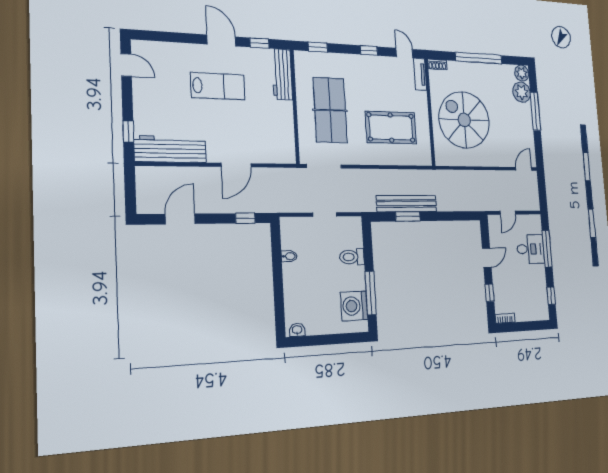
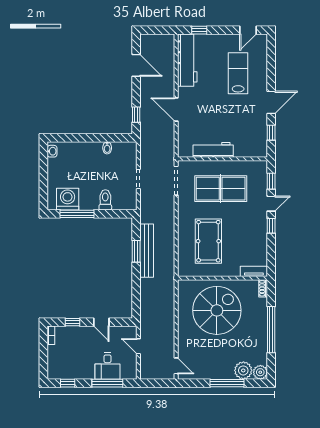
door: (404, 53) -> (271, 204), moved
workbench: (282, 74) -> (213, 150), moved
lab bench: (218, 86) -> (238, 73), moved, turned 180

